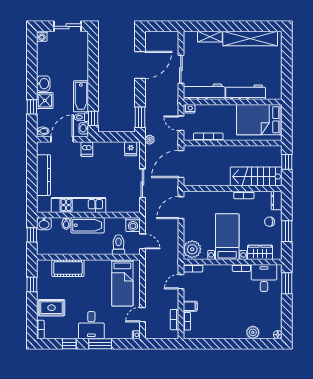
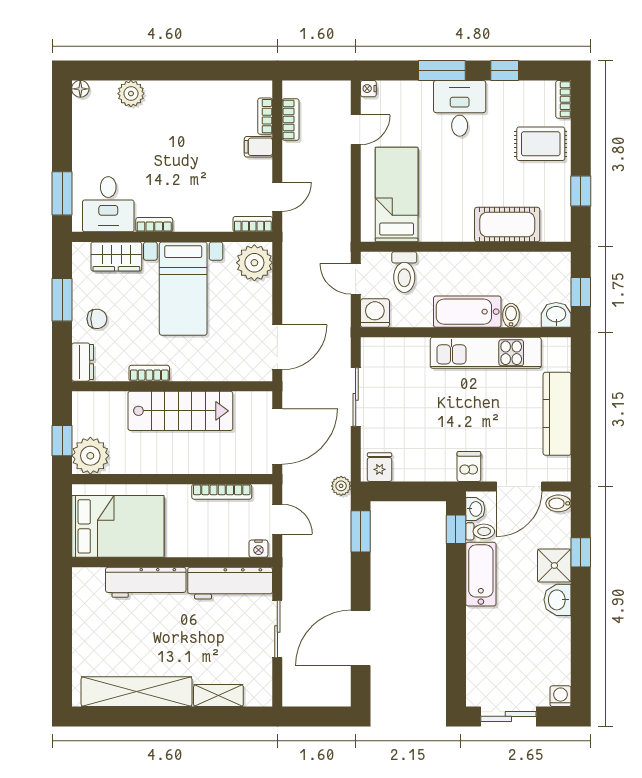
plant: (273, 154) -> (90, 456), added
stairs: (256, 176) -> (180, 411), moved

